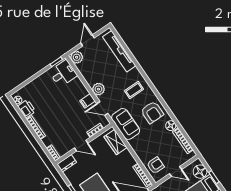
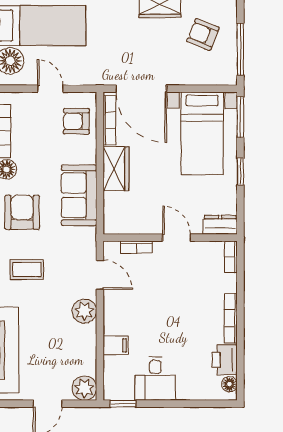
desk: (63, 73) -> (155, 379), moved, turned -90
filing cabinet: (88, 101) -> (116, 345), moved
sofa: (126, 124) -> (79, 195), moved
wardrobe: (116, 142) -> (116, 169), moved

